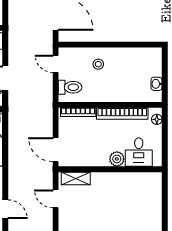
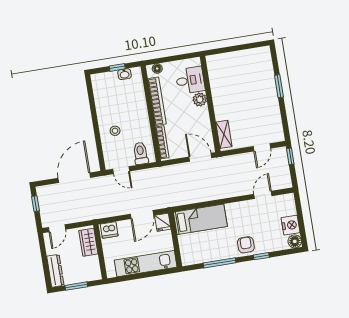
door: (56, 64) -> (121, 170), hinge flipped
window: (165, 77) -> (117, 67), added
door: (56, 150) -> (200, 157), swing flipped
door: (56, 199) -> (262, 147), moved

